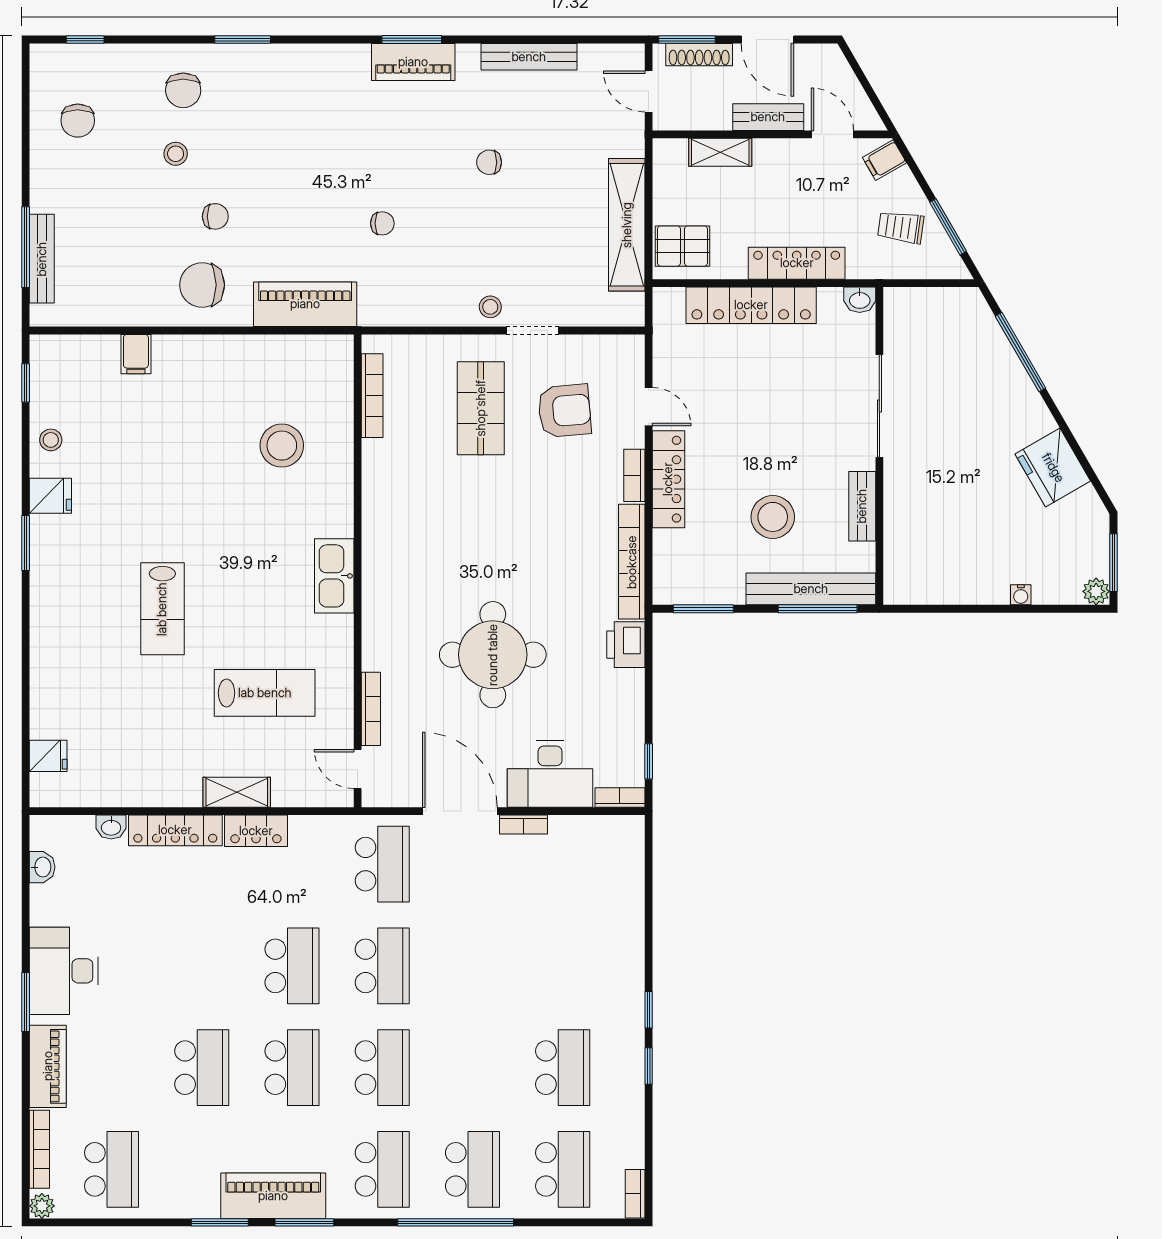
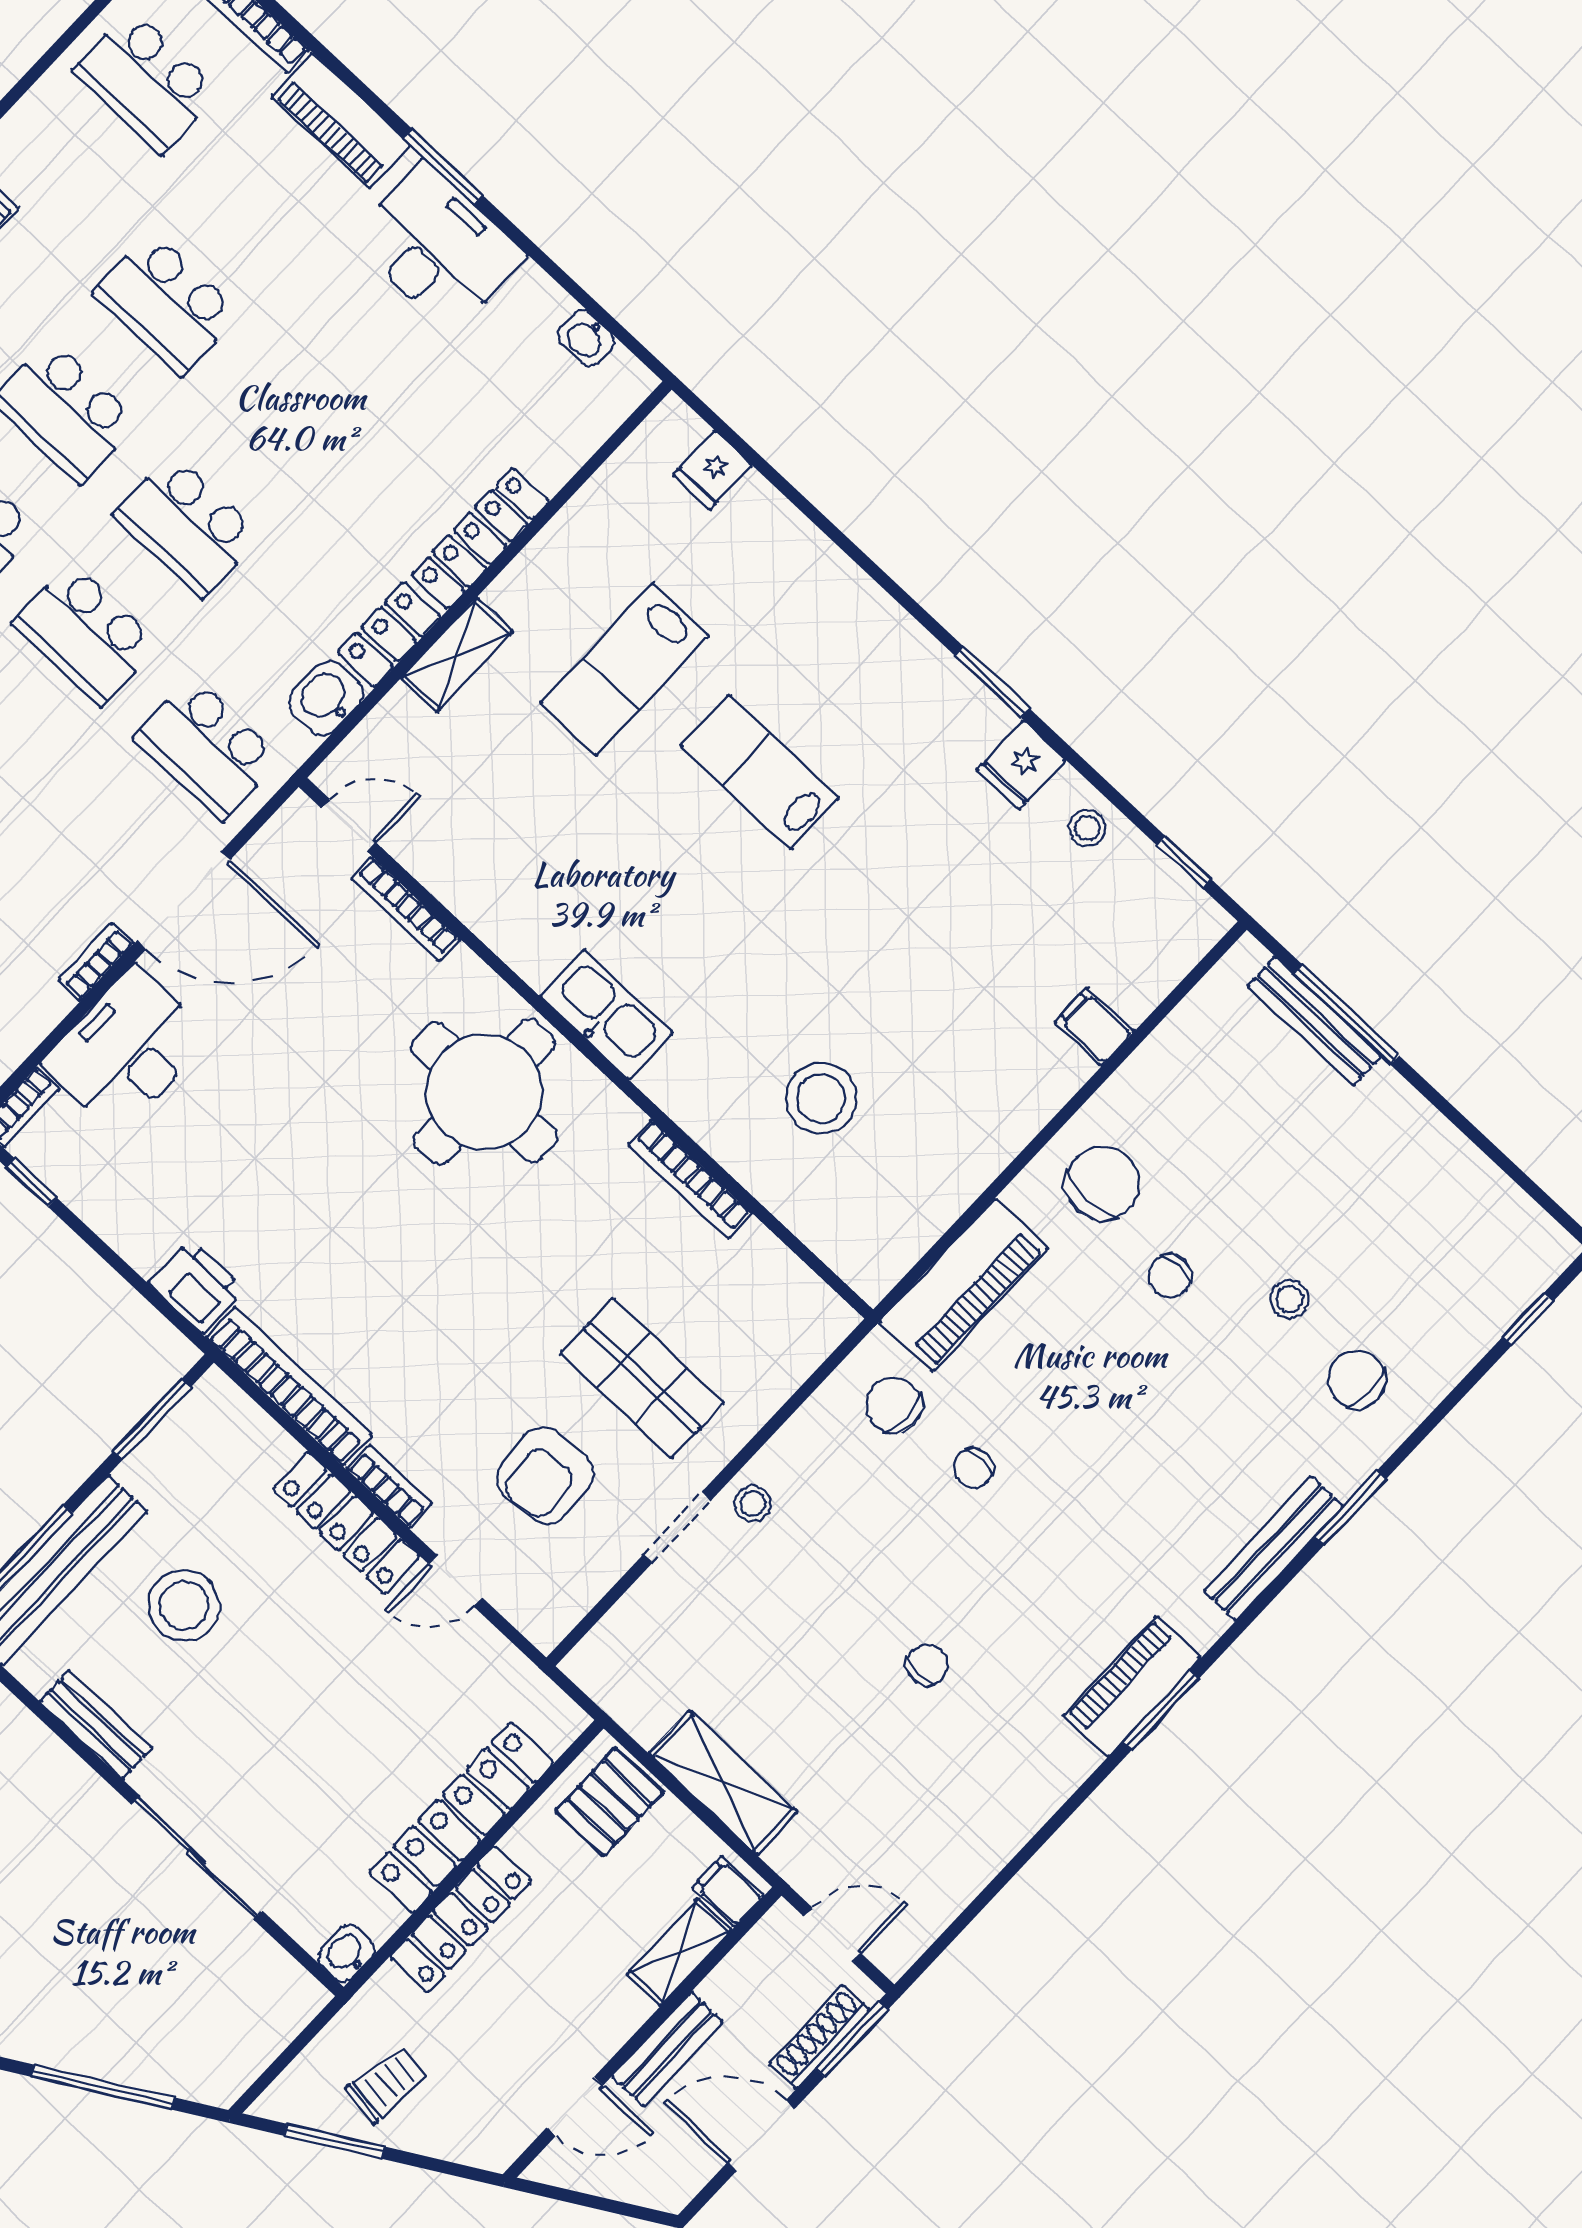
bench: (529, 57) -> (1274, 1549), moved
chair: (78, 121) -> (894, 1405), moved
filing cabinet: (884, 160) -> (728, 1891), moved, turned -60
shelving: (627, 225) -> (723, 1783), width x0.68
bookcase: (372, 396) -> (690, 1179), moved
round table: (493, 655) -> (484, 1092), moved
lab bench: (265, 693) -> (624, 669), moved
washbasin: (111, 827) -> (326, 698), moved, width x1.38, depth x1.45

